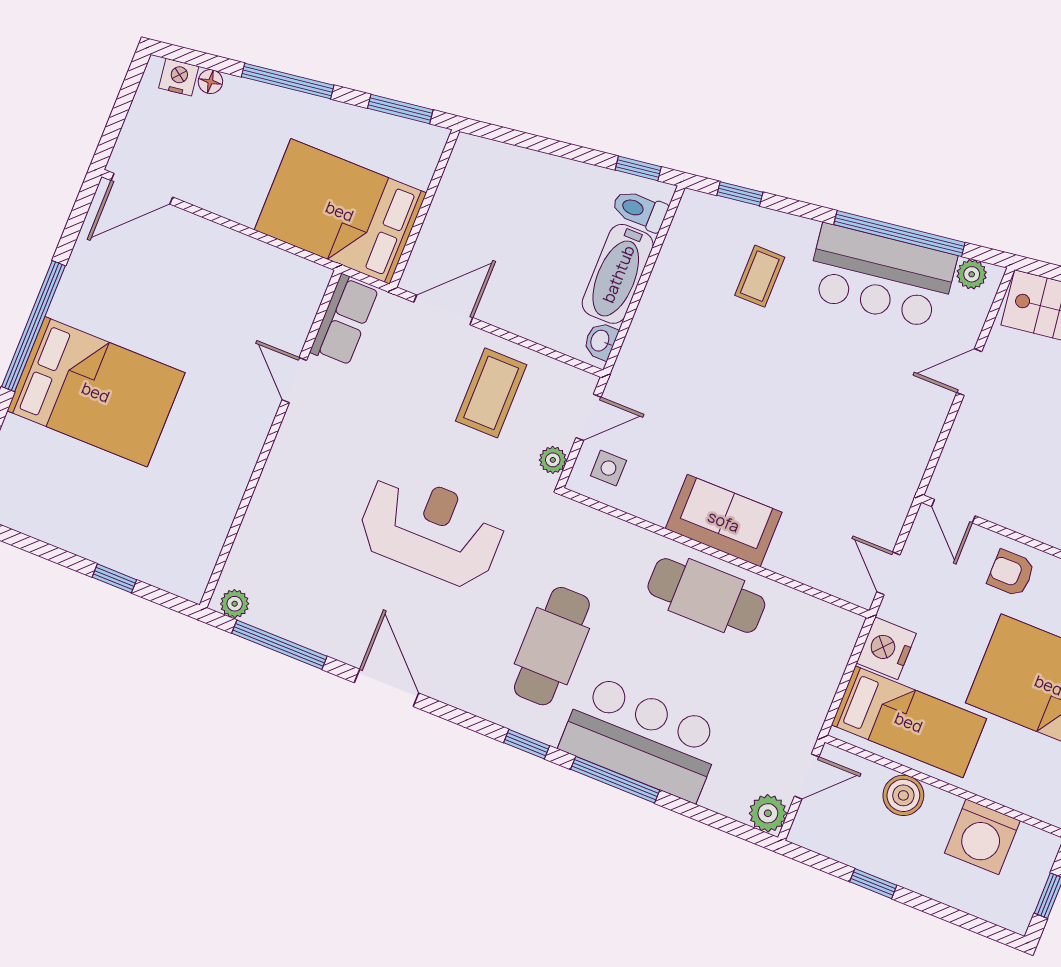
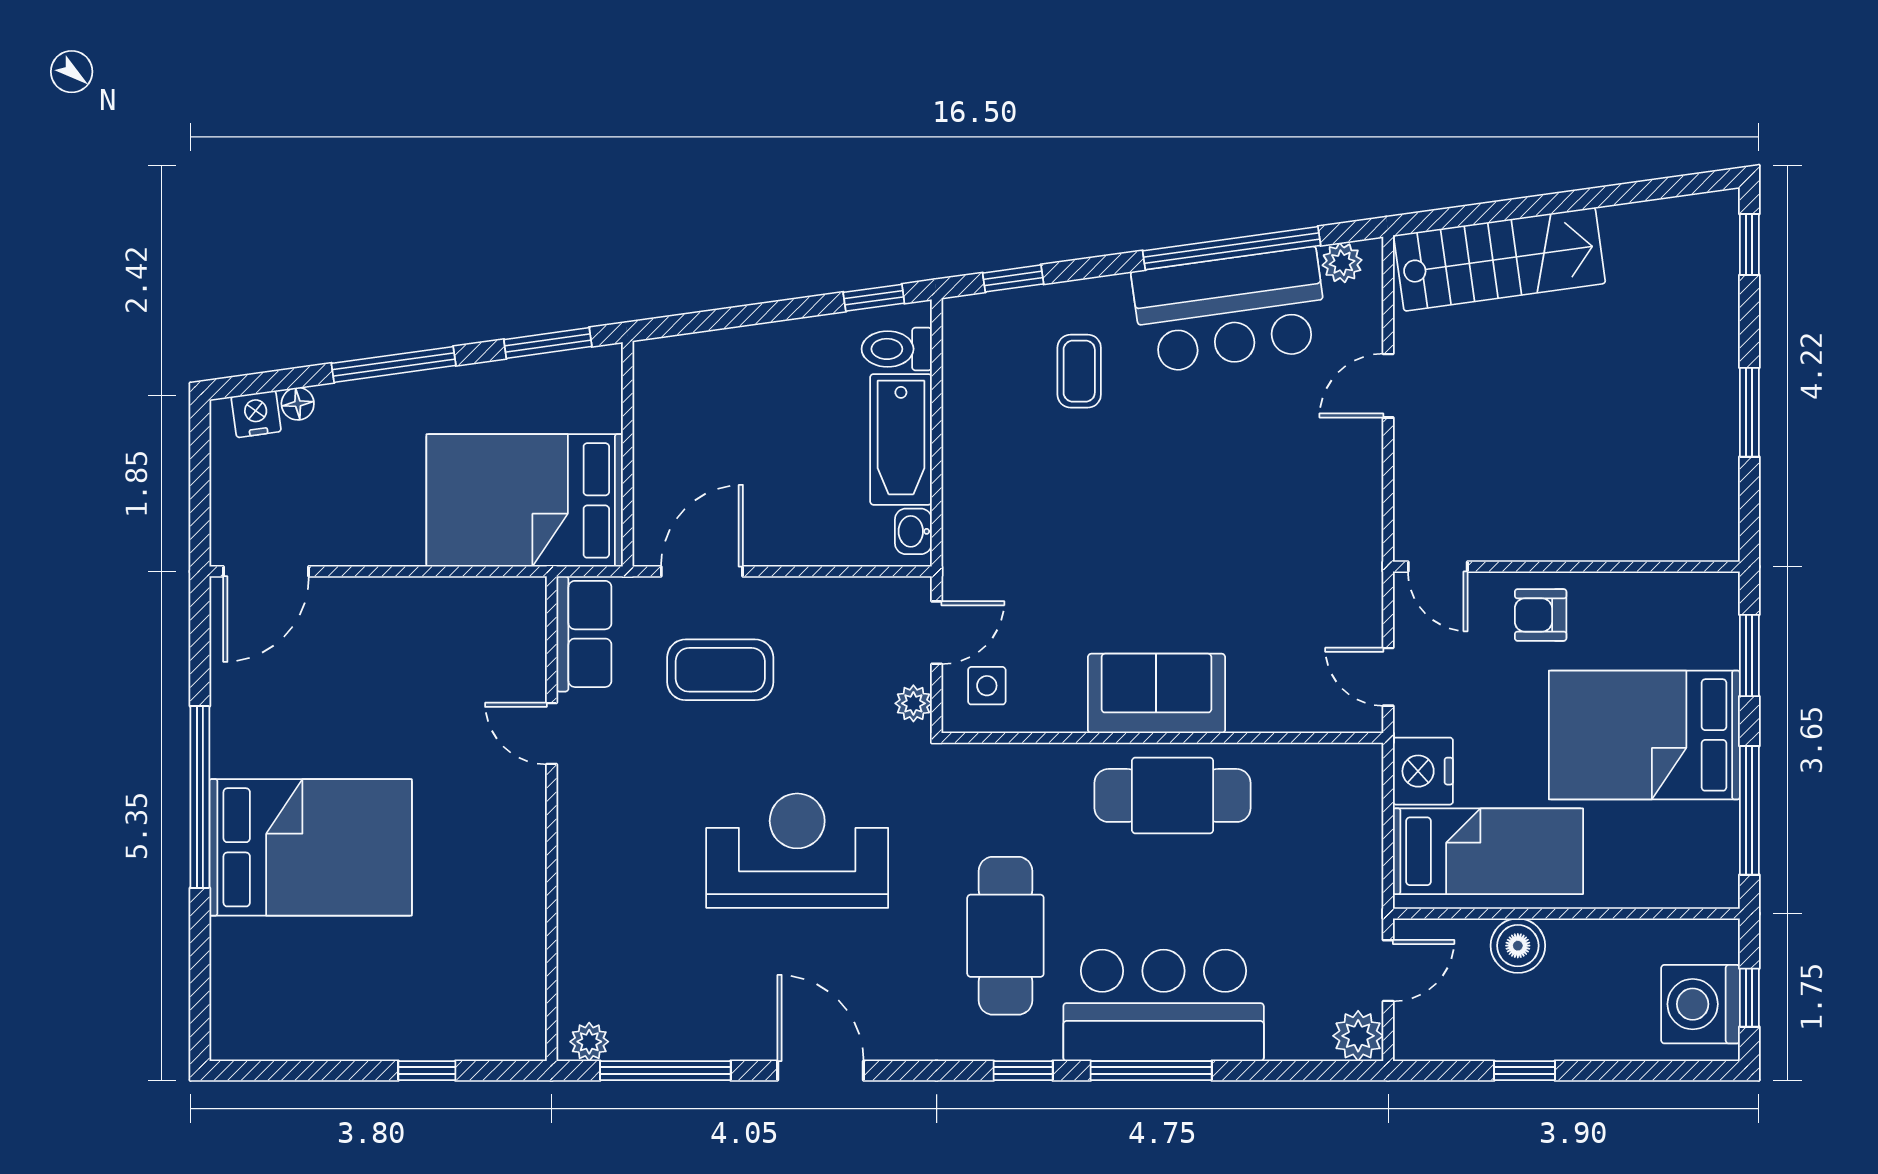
coffee table: (491, 393) -> (720, 670), moved, turned 90
washing machine: (982, 837) -> (1700, 1004), moved, turned 90

